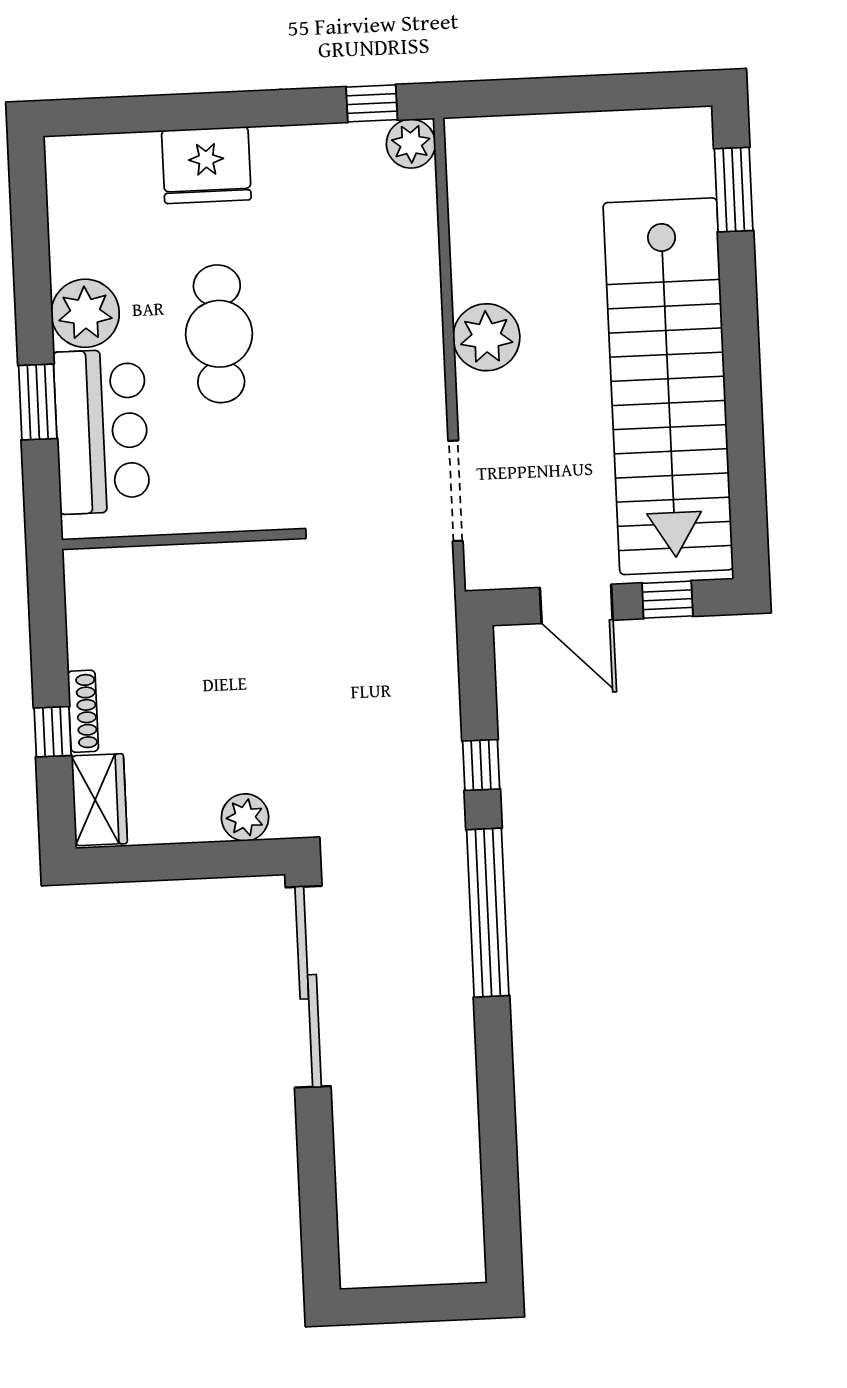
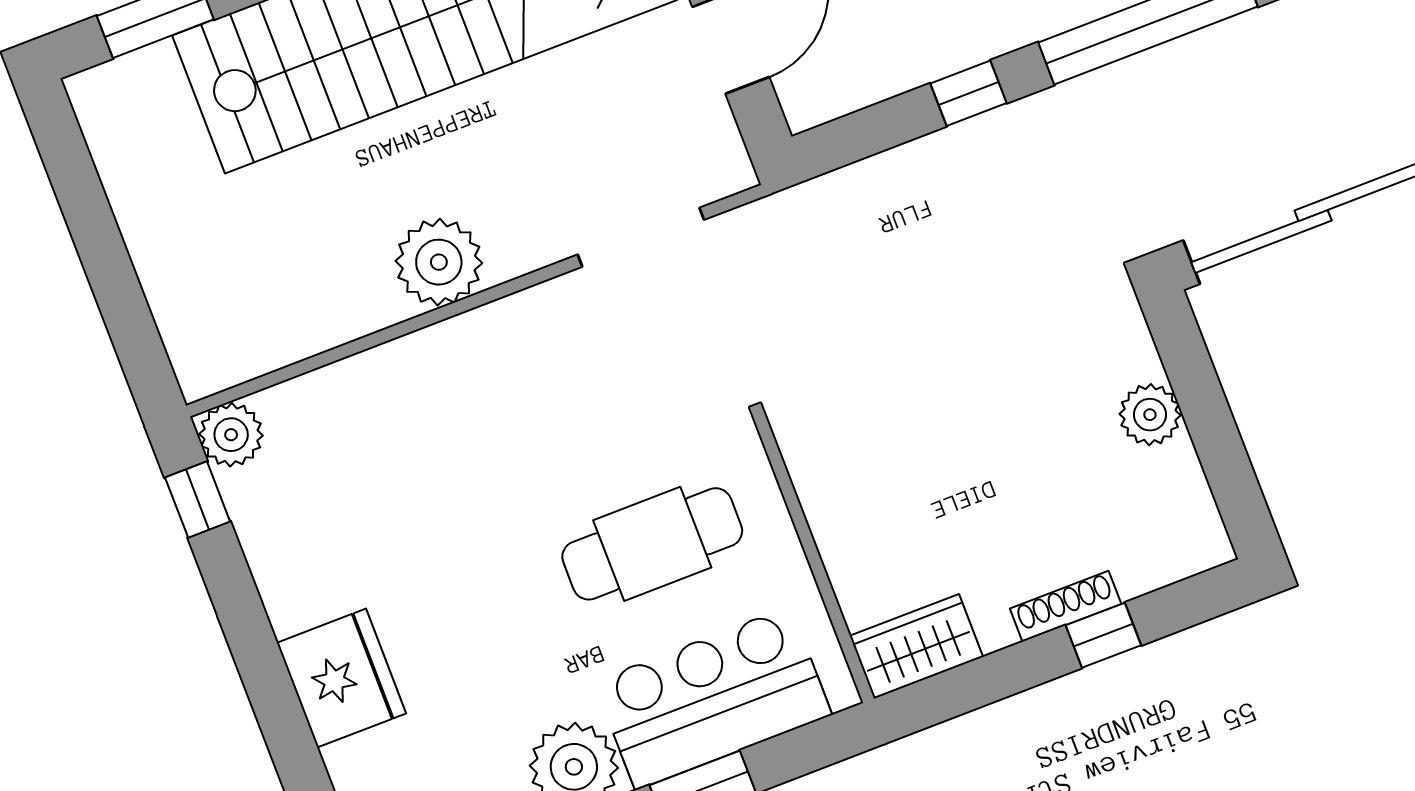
cafe table: (219, 334) -> (652, 544), moved
wardrobe: (99, 800) -> (916, 646), moved
plant: (245, 817) -> (1150, 415), moved

